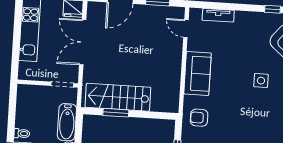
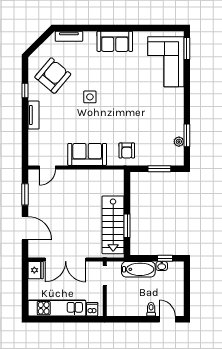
tv unit: (218, 15) -> (34, 115), moved
dishwasher: (26, 68) -> (92, 309), added

